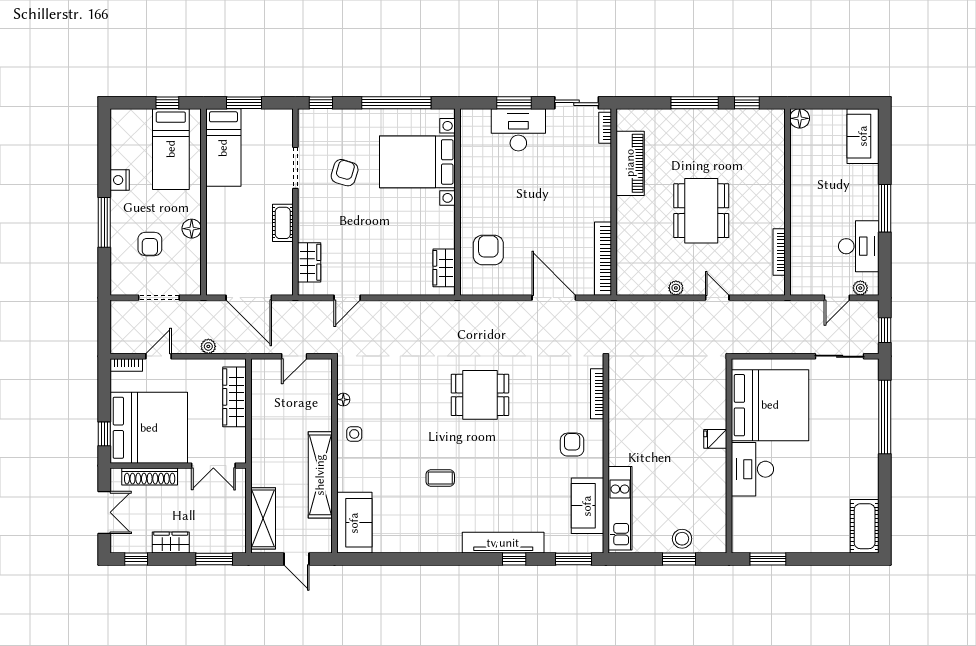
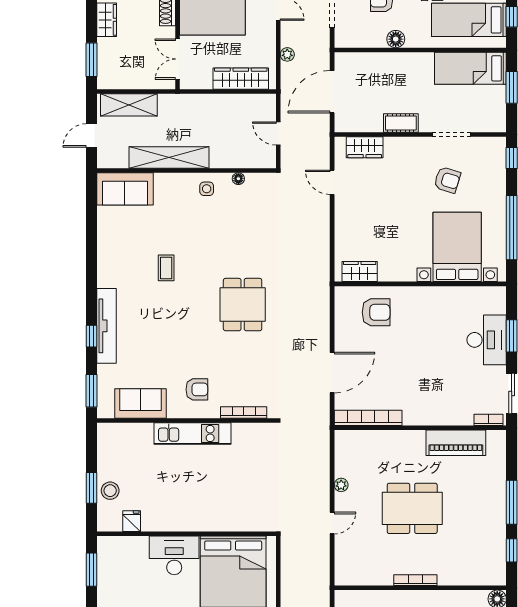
bookcase: (779, 252) -> (415, 580), moved
fridge: (715, 439) -> (132, 521), moved
kitchen unit: (620, 508) -> (192, 434), moved

